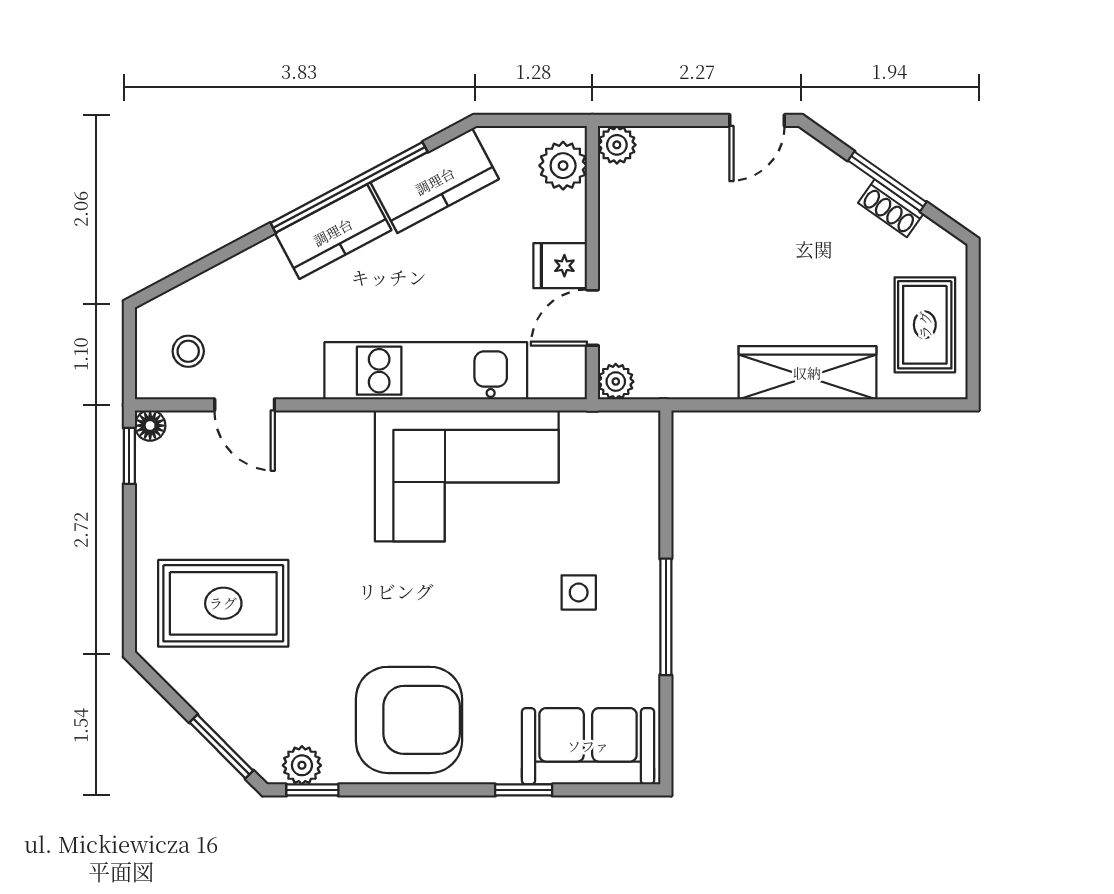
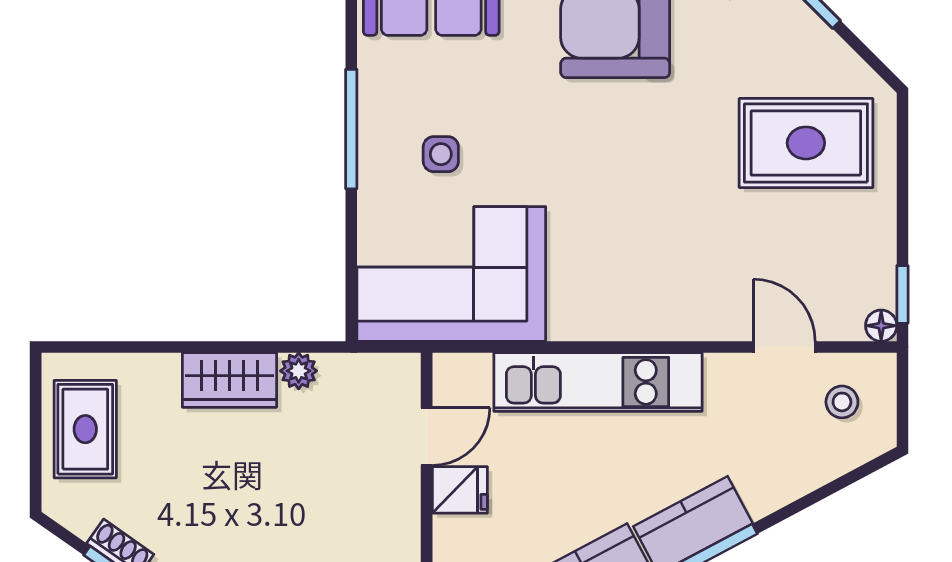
wardrobe: (807, 373) -> (229, 380), width x0.67
plant: (616, 382) -> (299, 371), moved
corner sofa: (467, 476) -> (451, 274), moved

